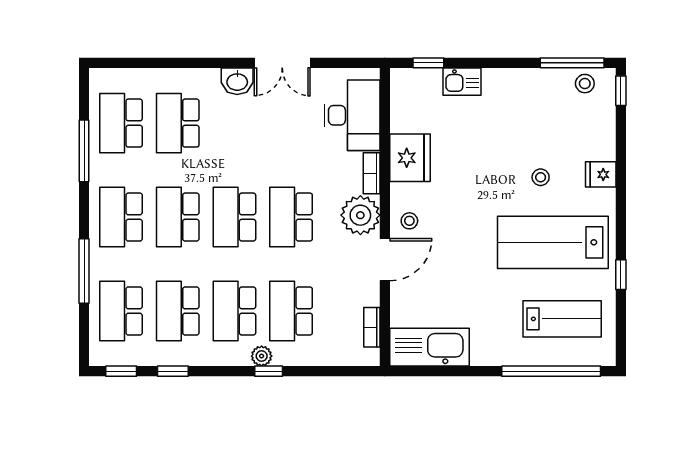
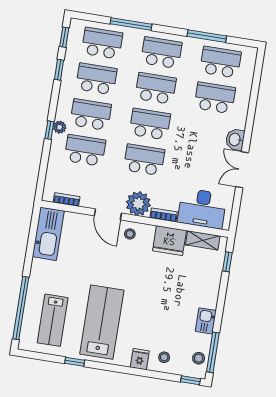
kitchen sink: (462, 82) -> (206, 321), moved
shelving: (401, 106) -> (203, 240), added
stool: (541, 177) -> (164, 357), moved

